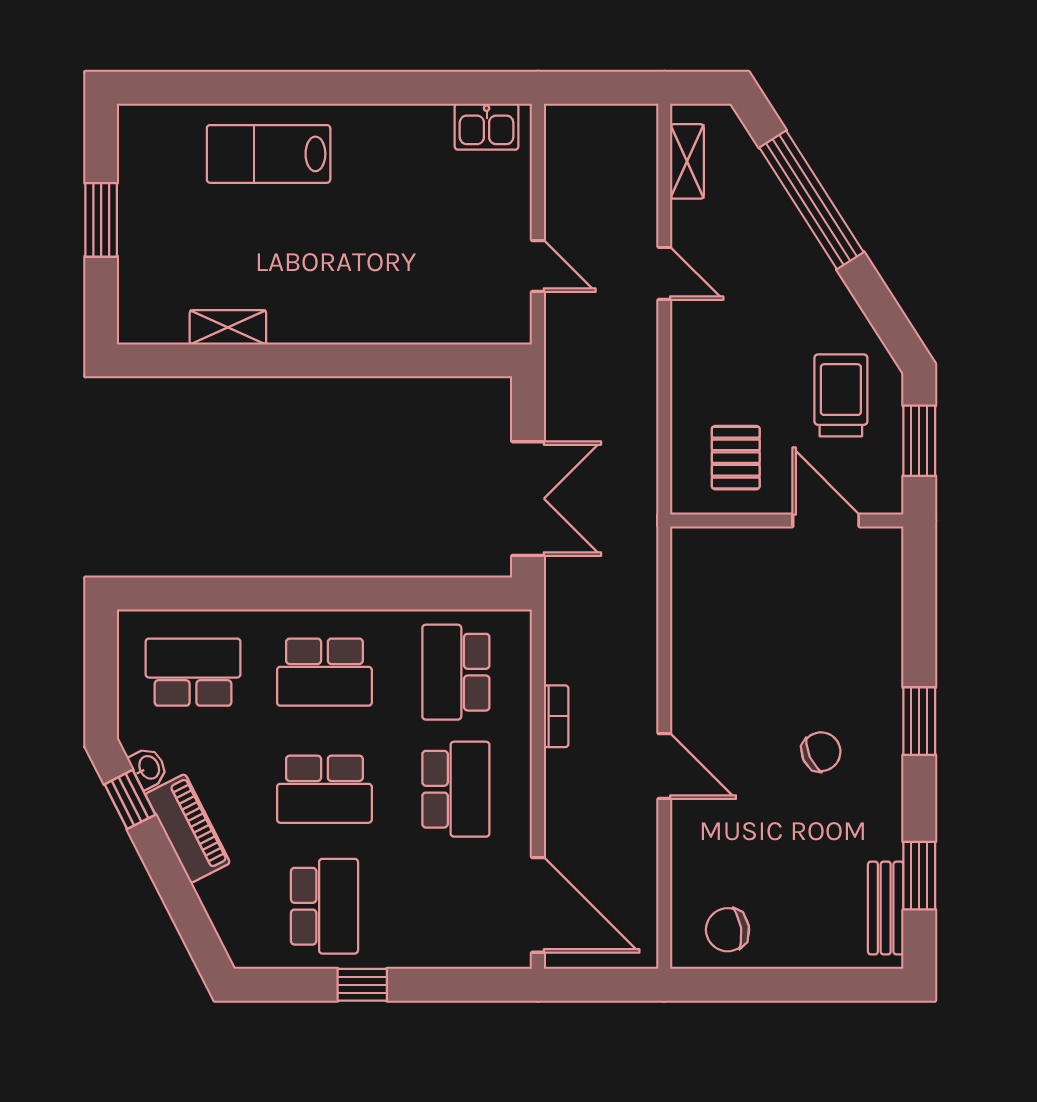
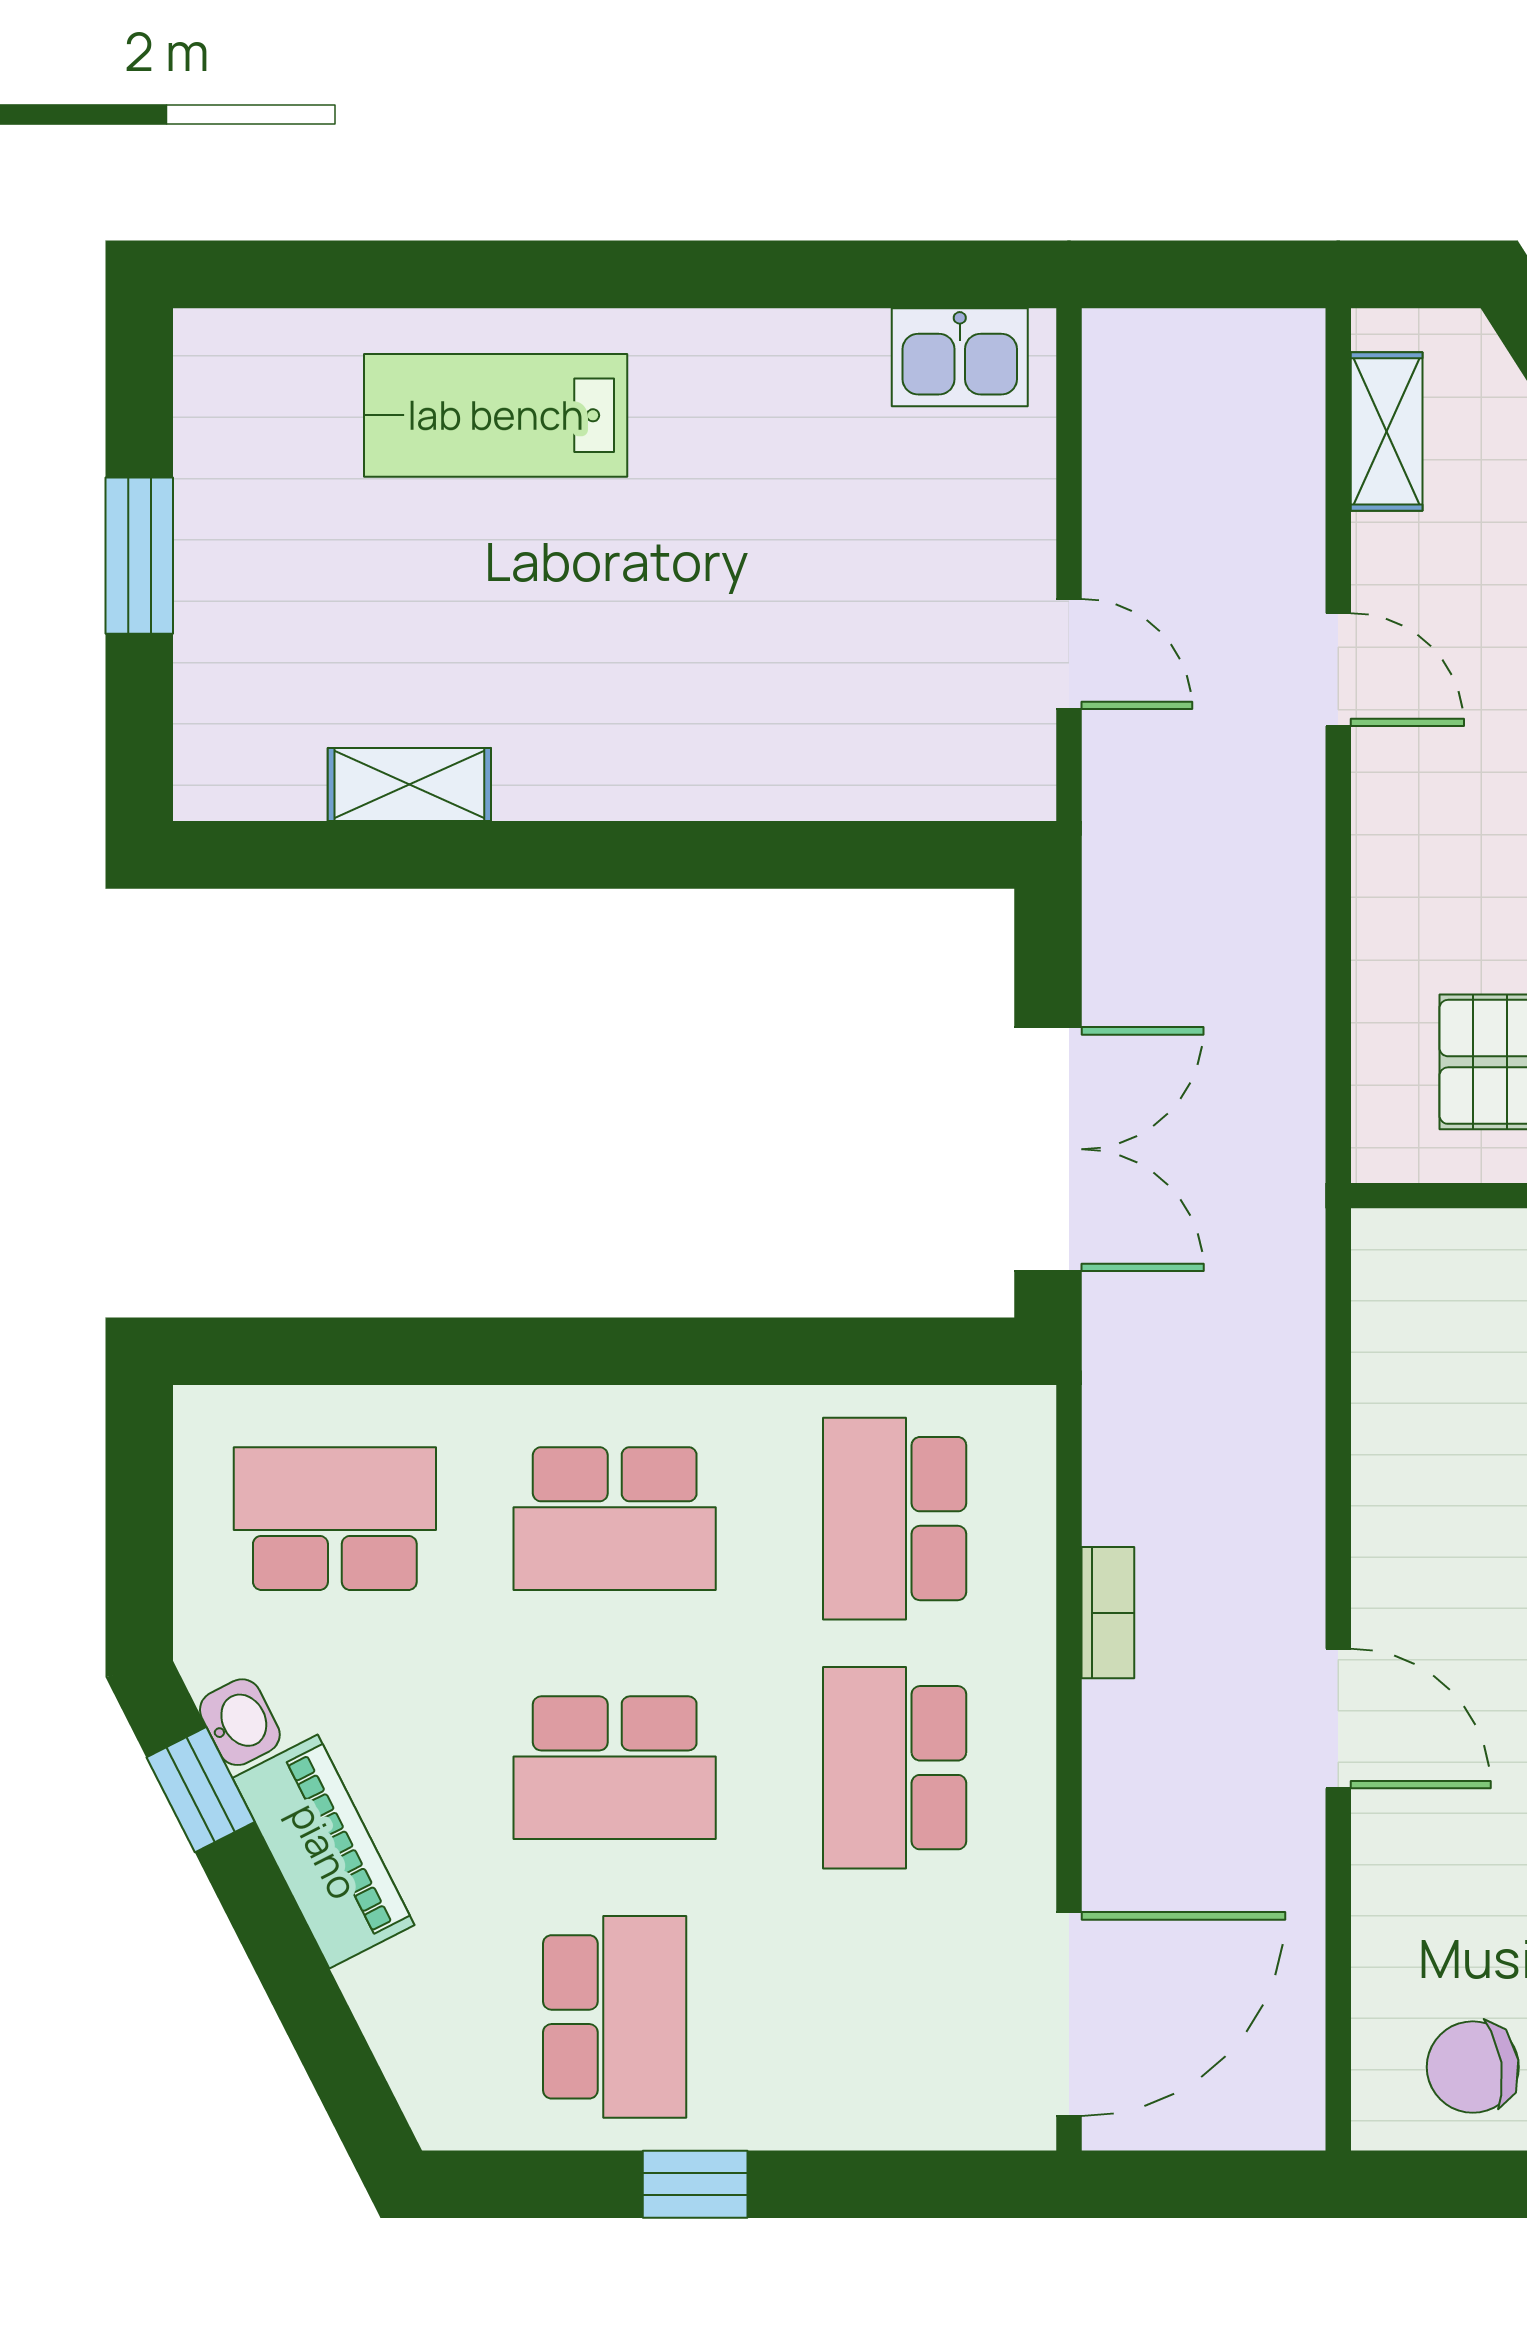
school desk: (456, 789) -> (895, 1768), turned 180
door: (538, 905) -> (1069, 2014), hinge flipped

